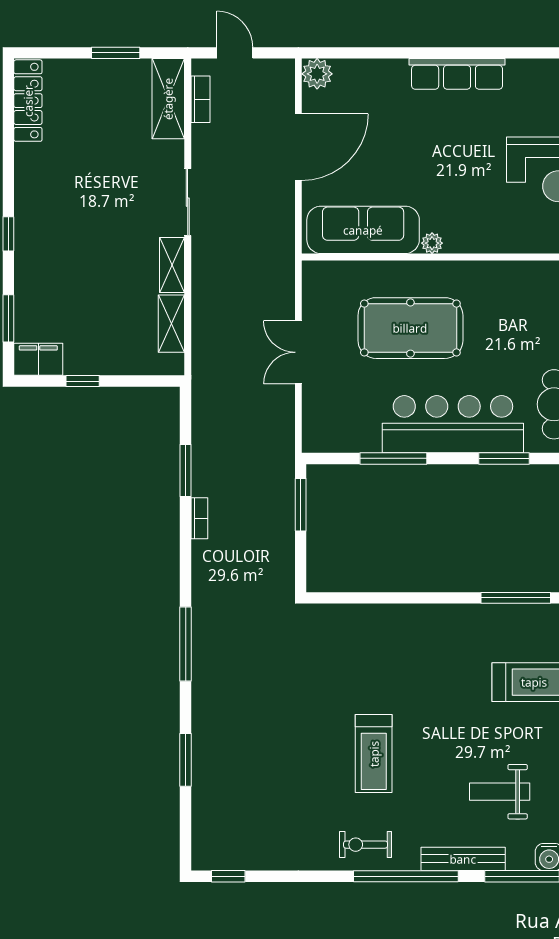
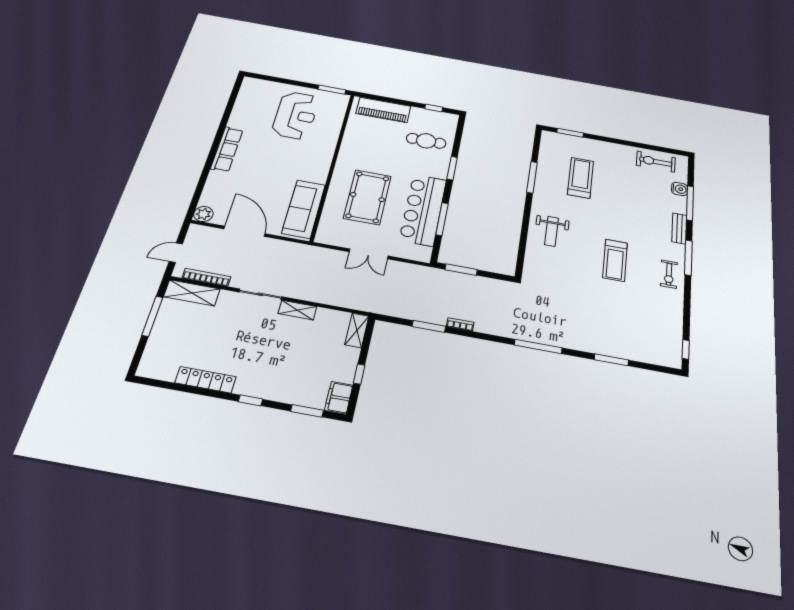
window: (116, 53) -> (152, 316), width x1.44
bookcase: (200, 99) -> (206, 277), width x1.56
locker: (28, 101) -> (205, 380), moved
plant: (432, 243) -> (321, 178), removed
shelving: (171, 324) -> (357, 330), moved, turned 90
bar counter: (453, 424) -> (423, 210), moved
treadmill: (374, 754) -> (615, 260), turned 90
weight bench: (500, 792) -> (552, 231), moved
bench: (463, 859) -> (679, 228), width x0.73
window: (406, 876) -> (688, 258), width x0.68

